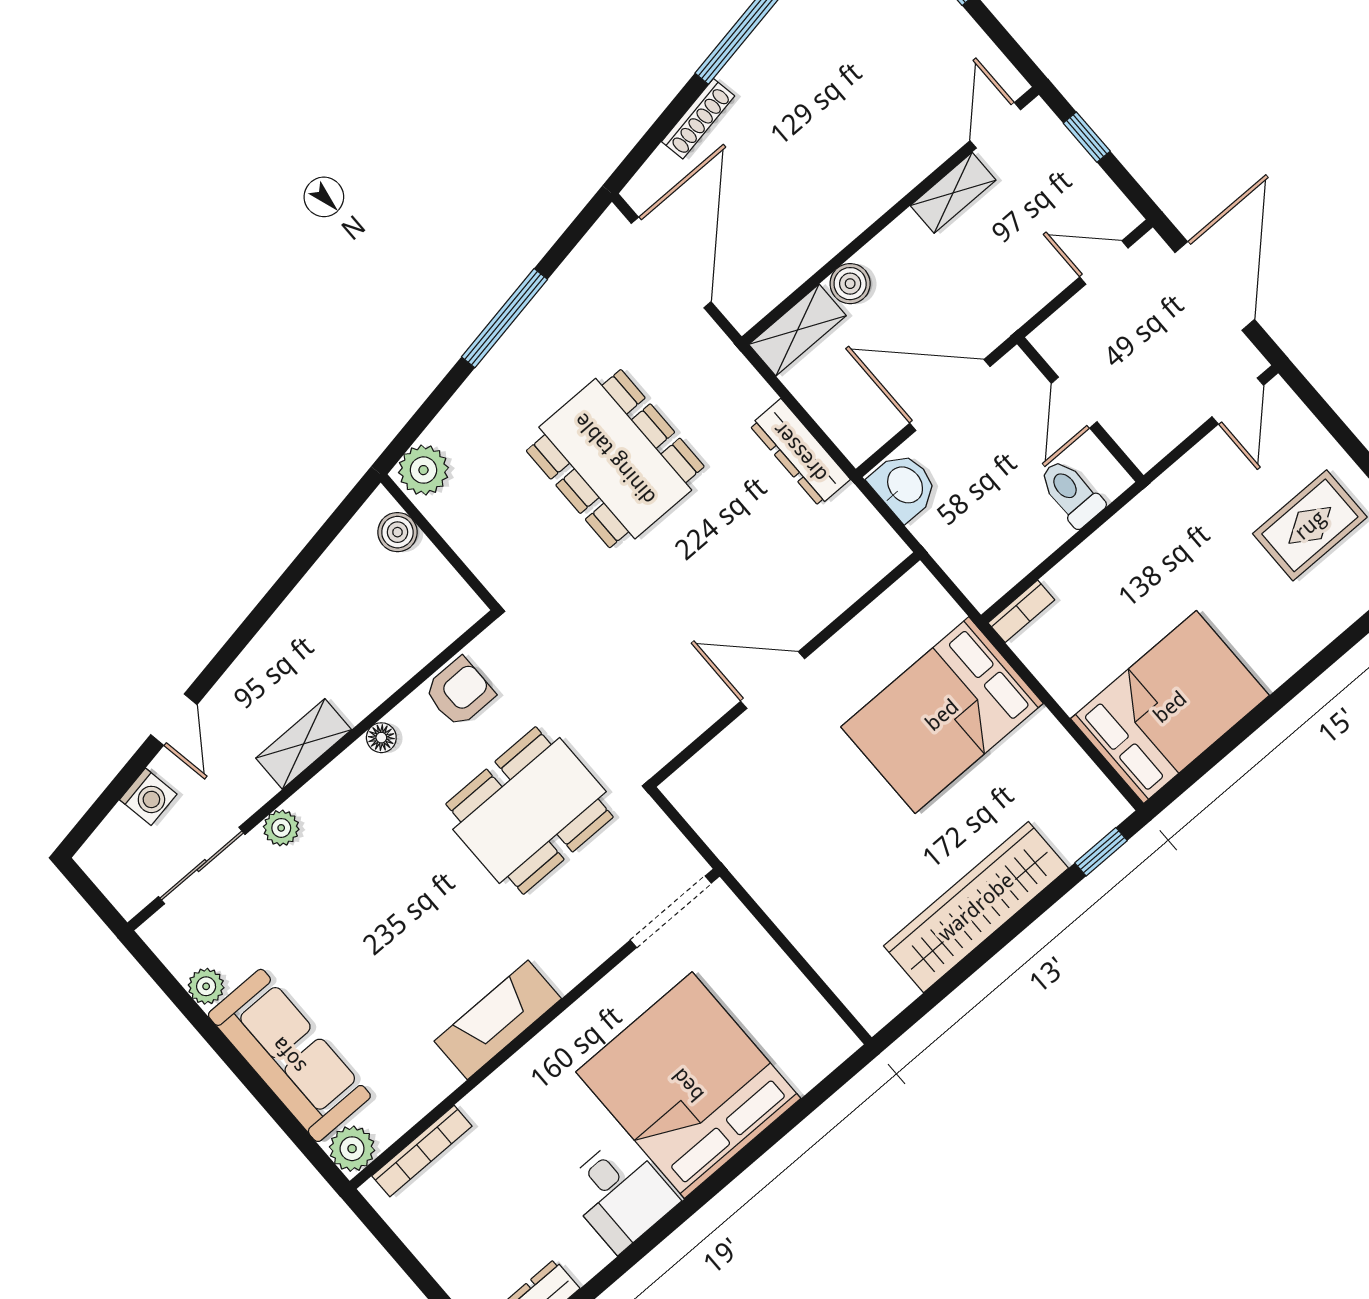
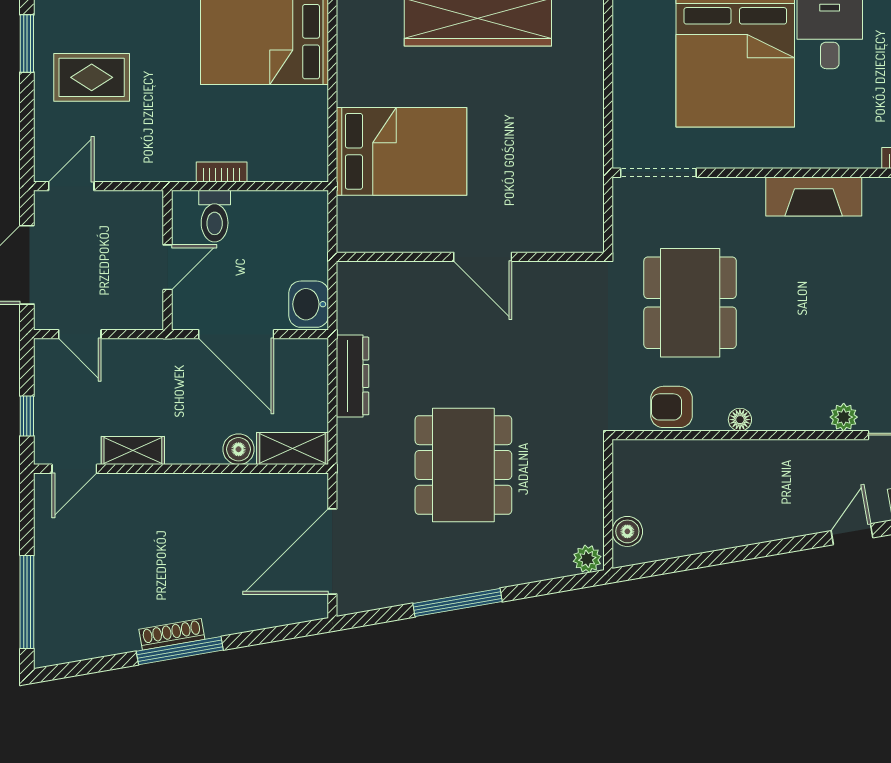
shoe rack: (698, 119) -> (172, 634), moved
plant: (423, 470) -> (587, 559), width x0.73, depth x0.73
bookcase: (1021, 611) -> (222, 172), moved
shelving: (304, 744) -> (788, 455), removed
dining table: (530, 811) -> (690, 303), turned 90

